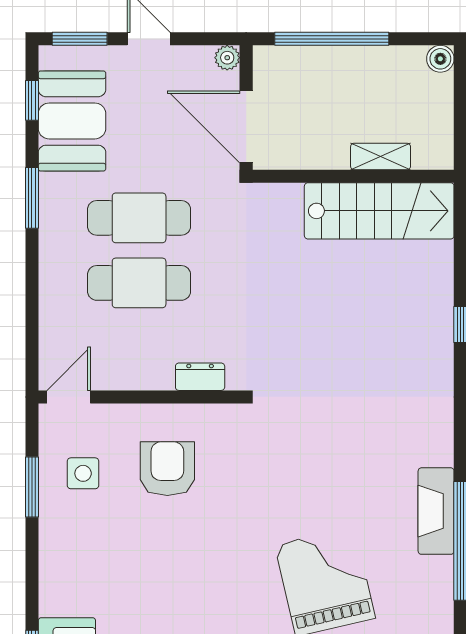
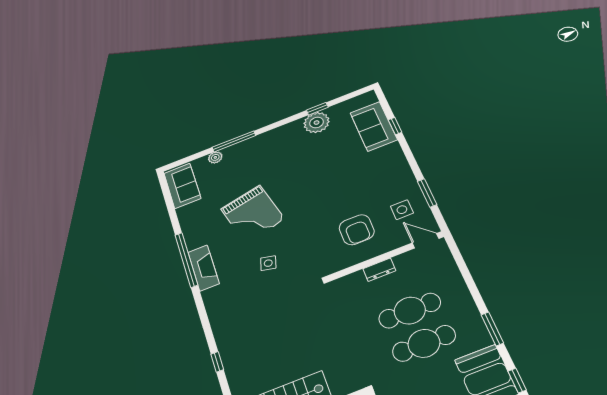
dresser: (200, 377) -> (379, 270), moved
door: (69, 397) -> (426, 241), swing flipped
side table: (328, 471) -> (268, 263), added

